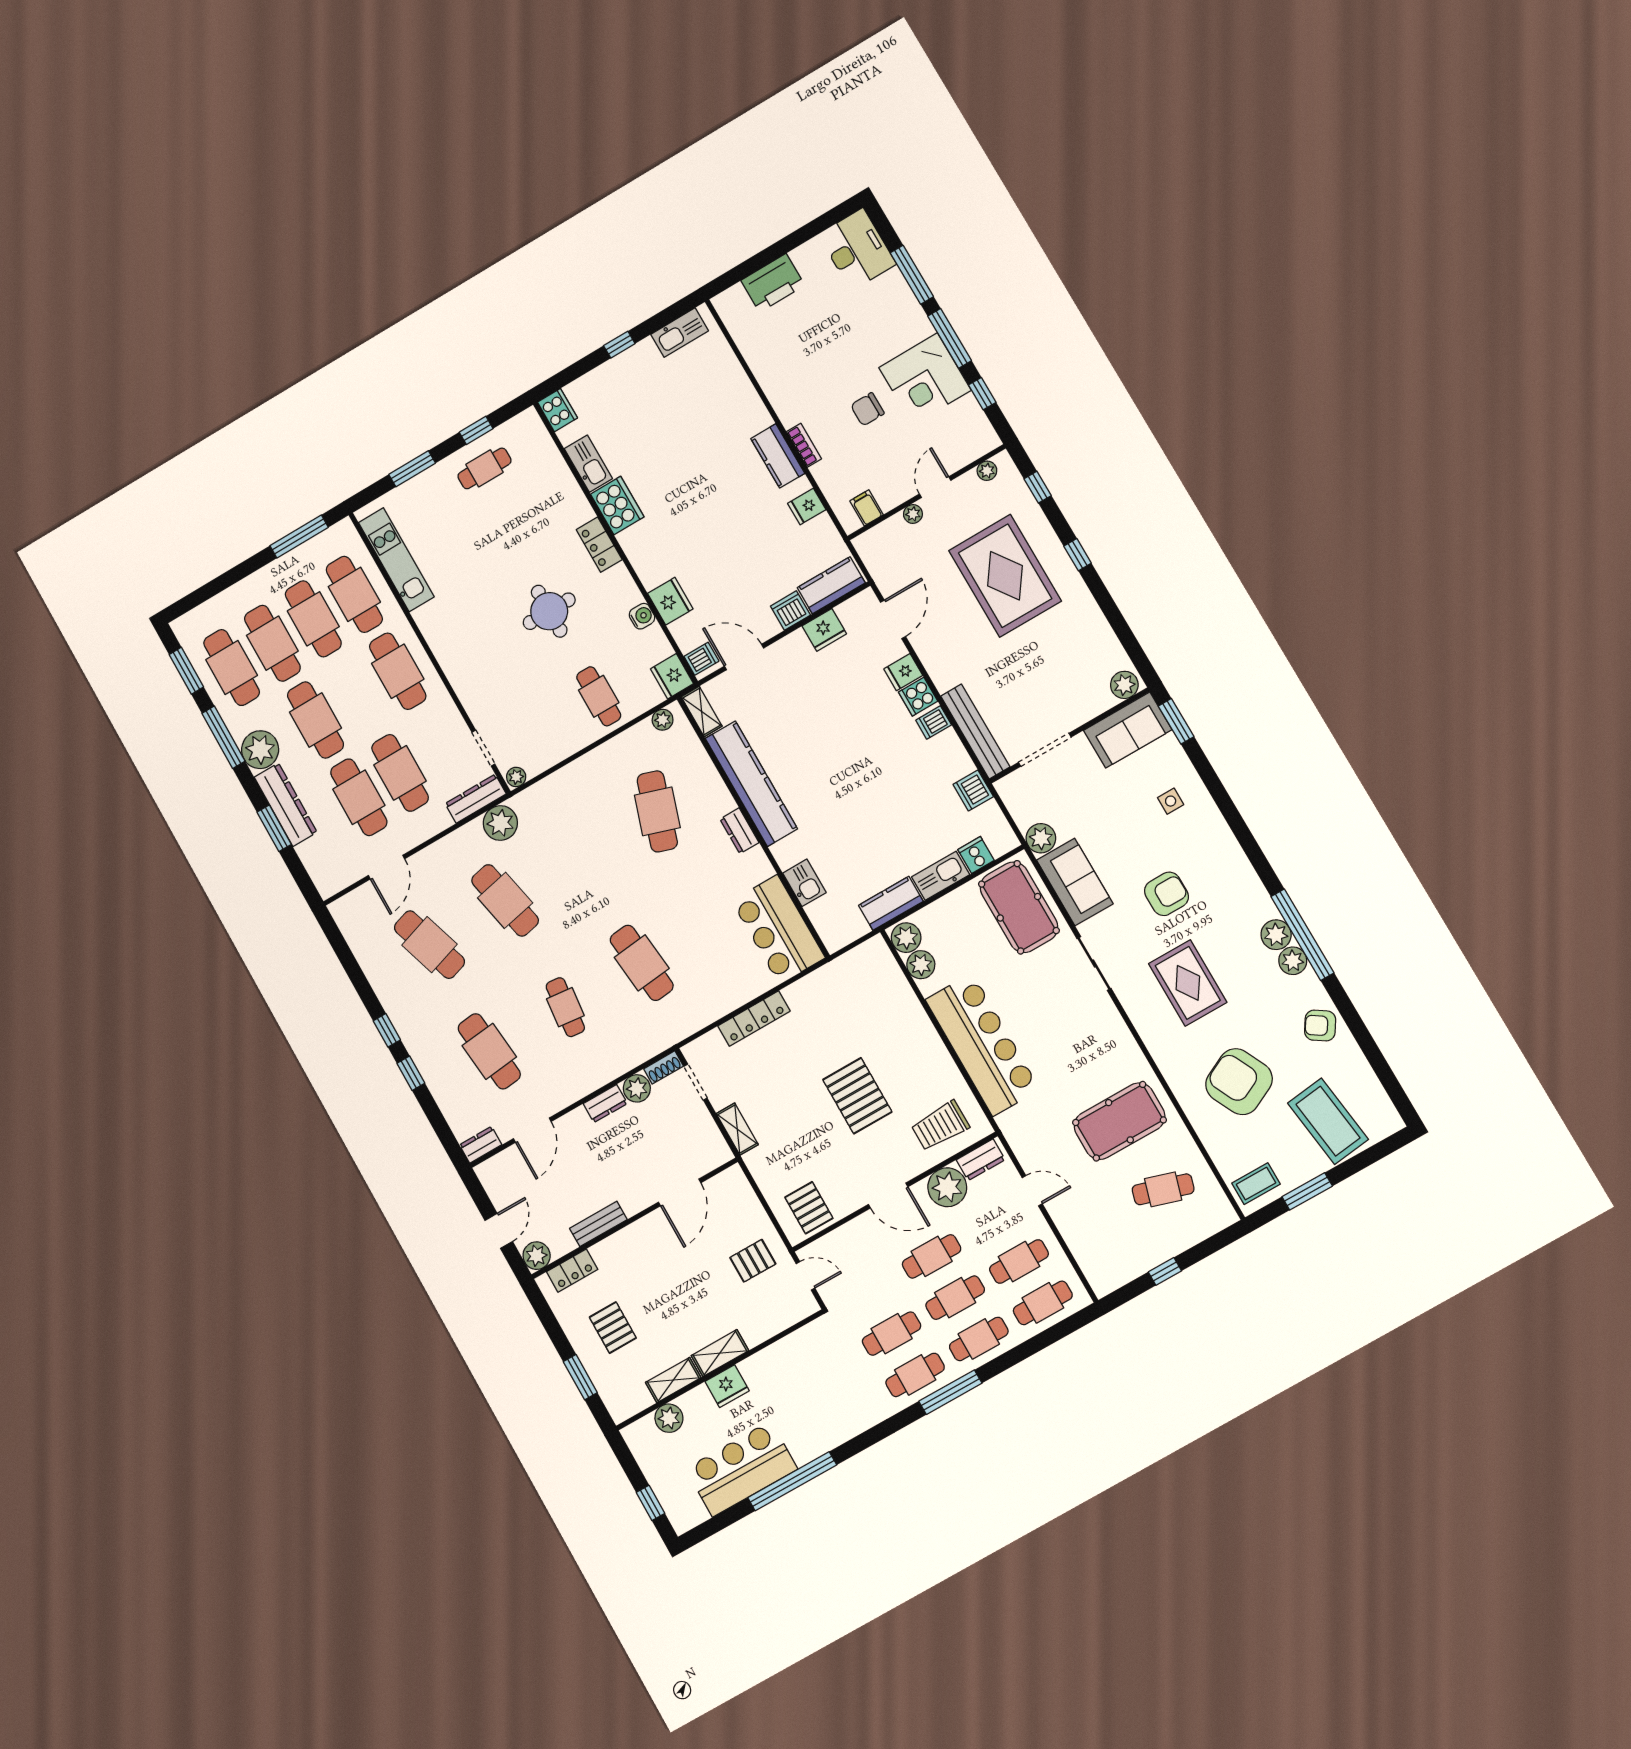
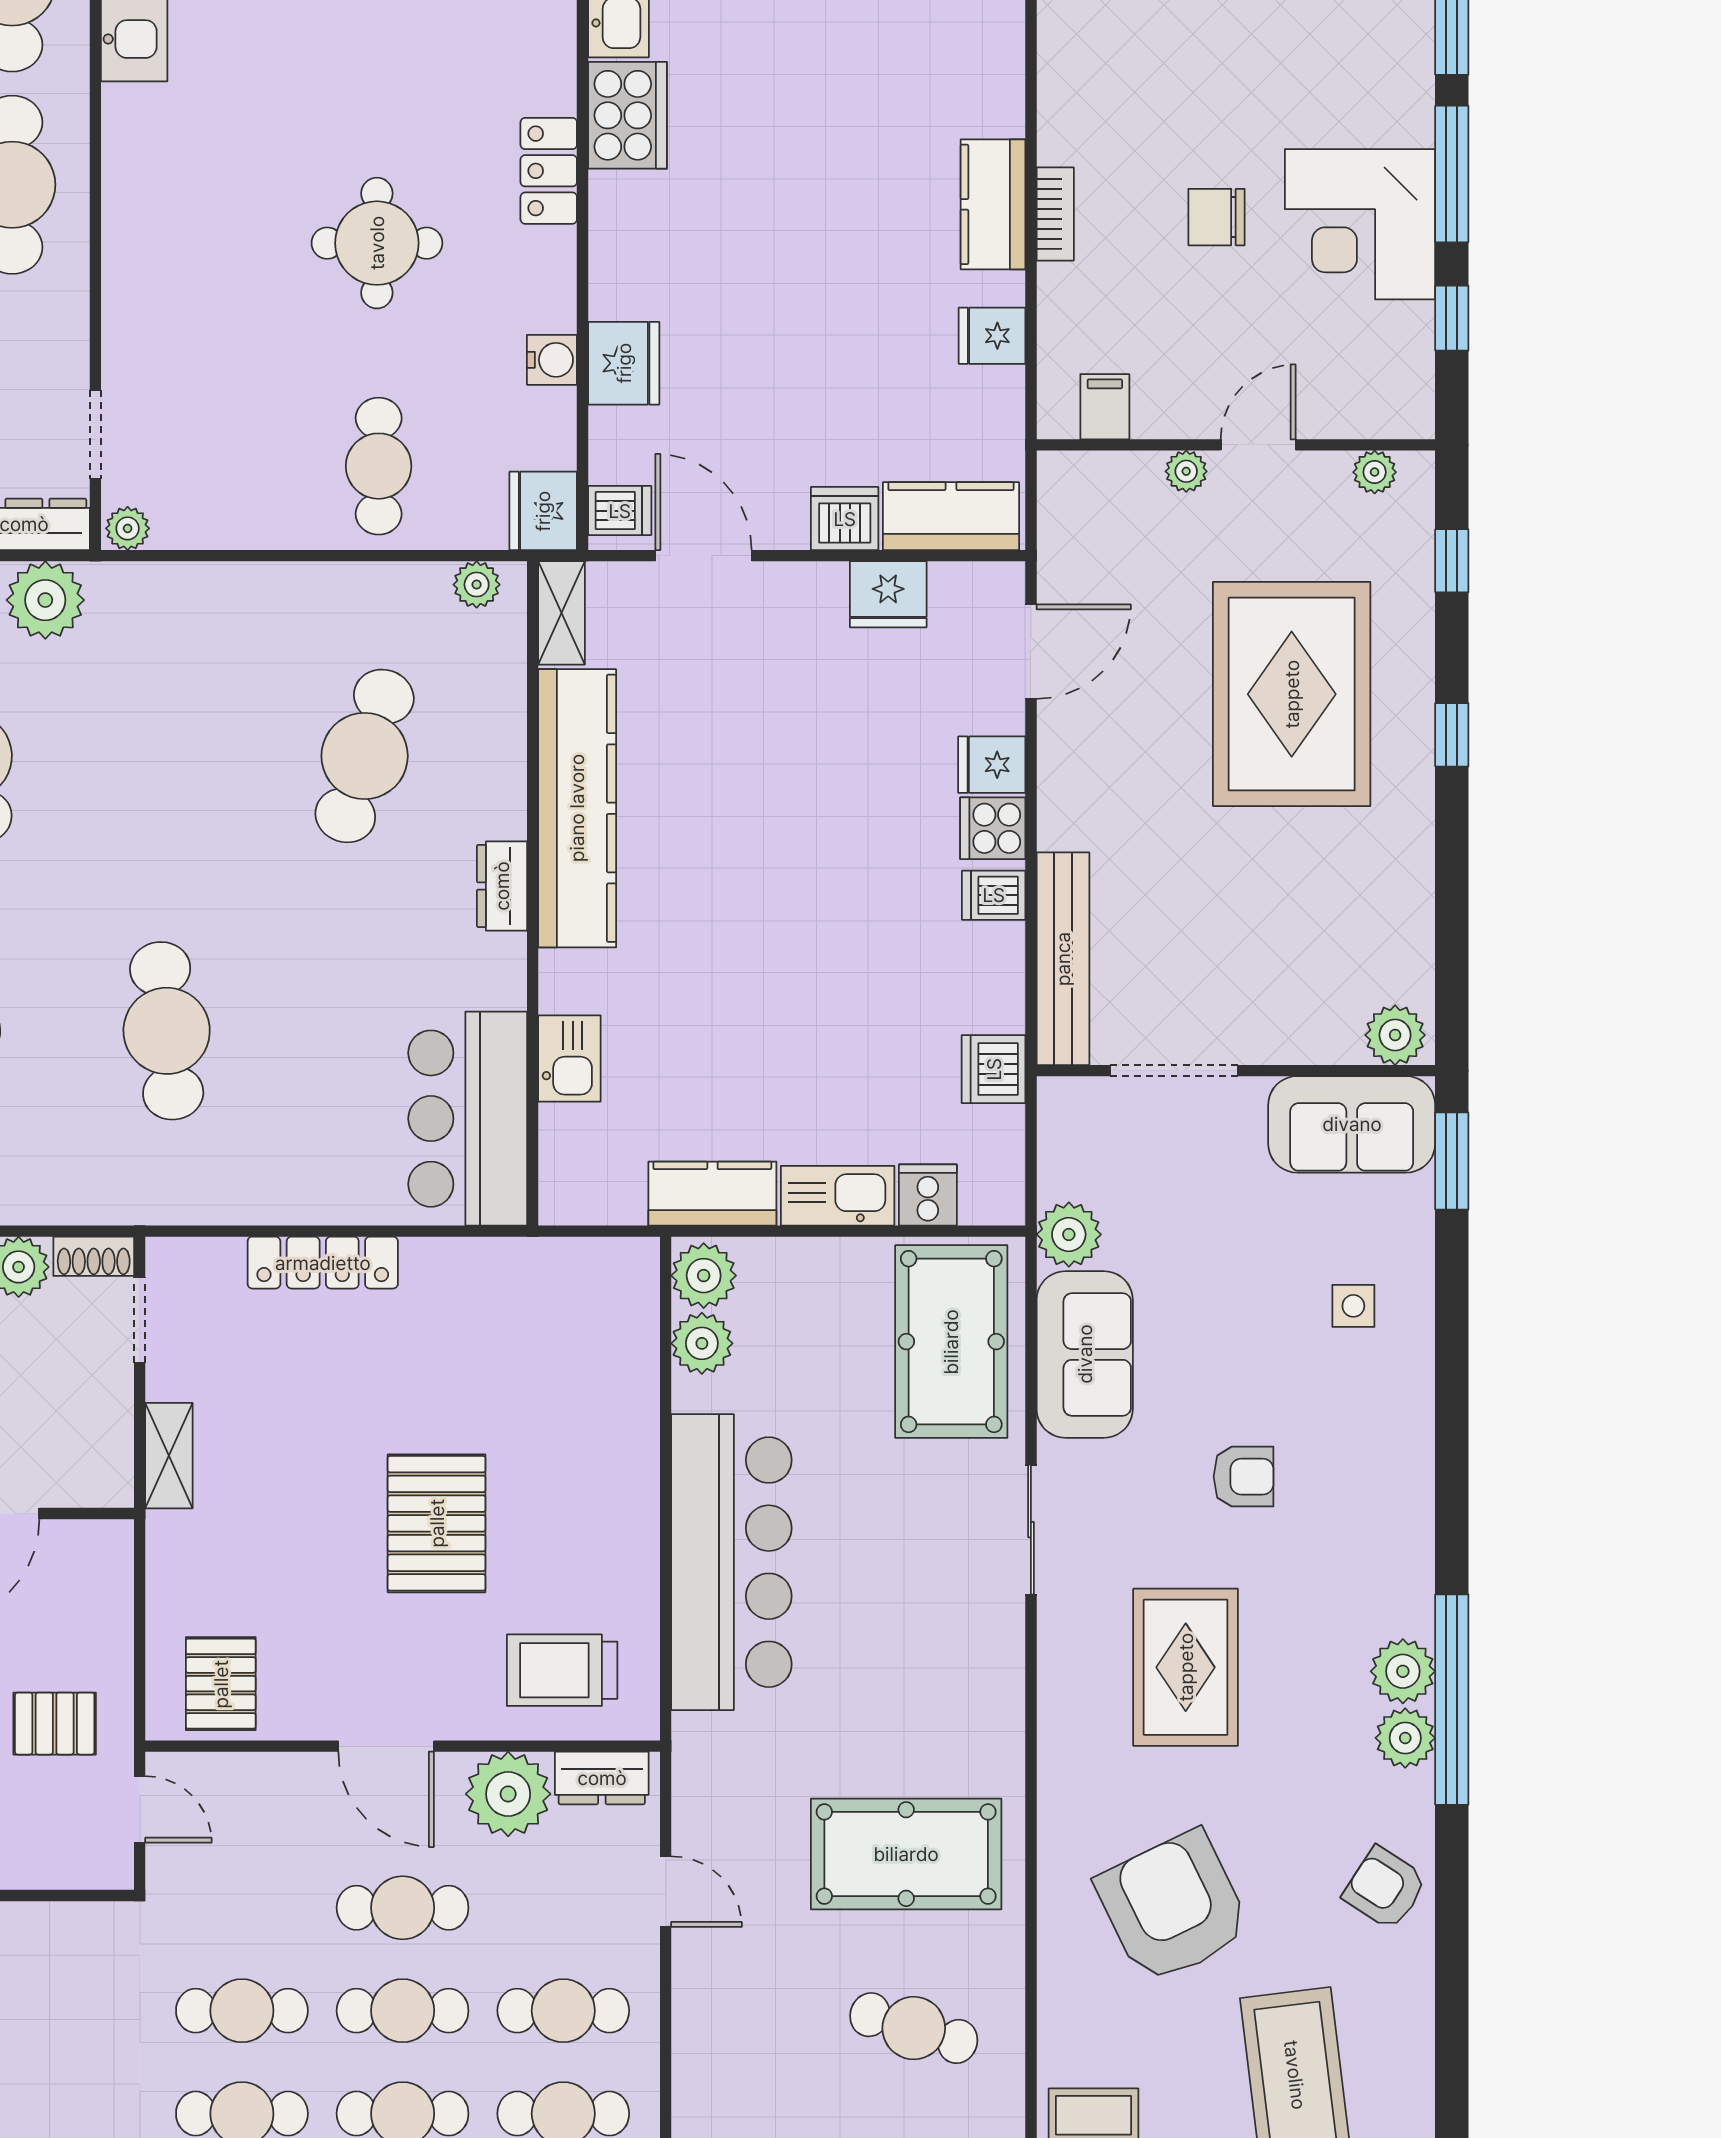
armchair: (1166, 894) -> (1244, 1477), width x0.72, depth x0.72

